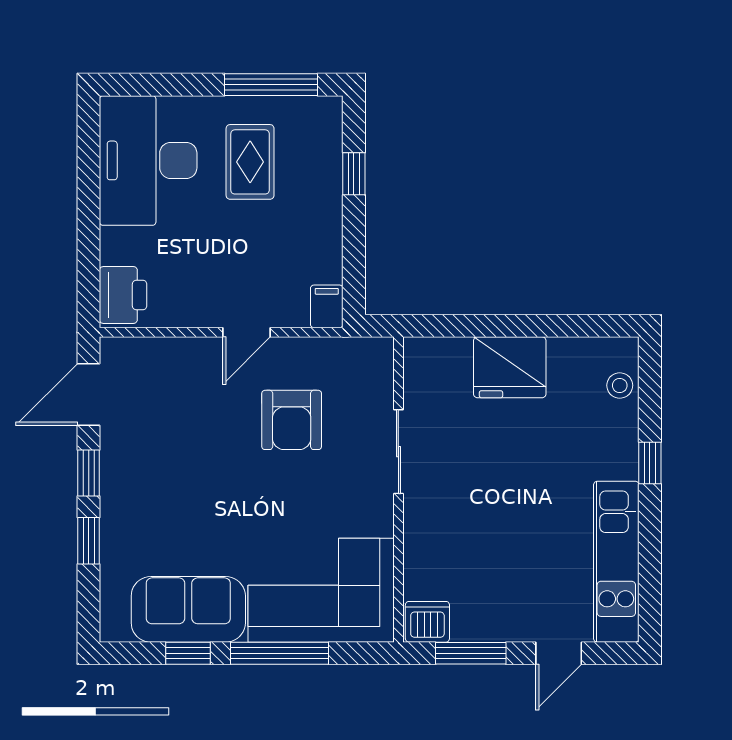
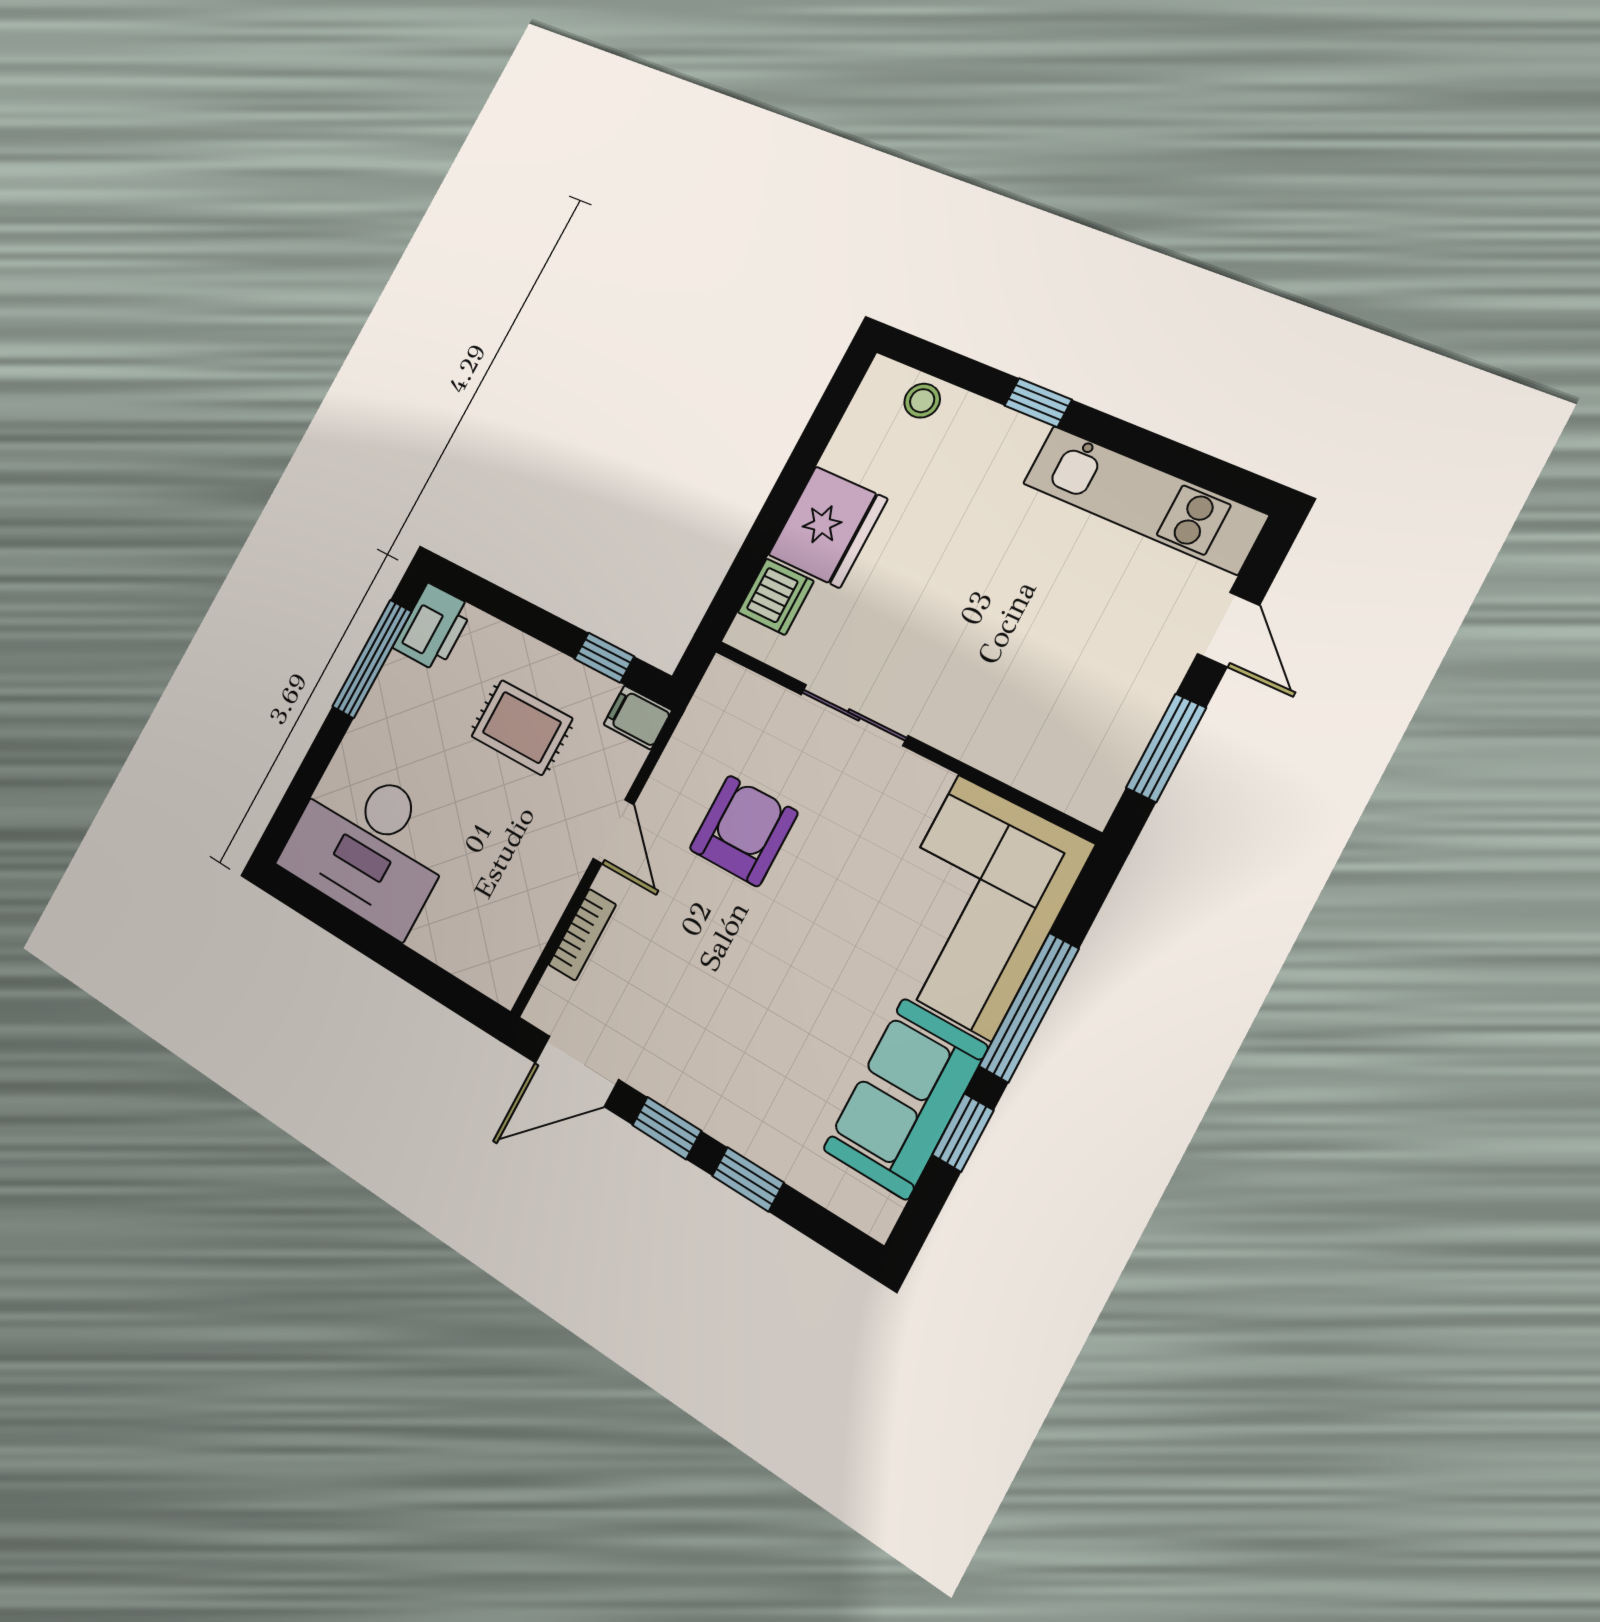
rug: (250, 162) -> (522, 727), moved
window: (354, 174) -> (604, 658), moved
printer: (123, 295) -> (433, 627), moved, turned 90
bookcase: (172, 349) -> (582, 935), added
door: (89, 395) -> (577, 1071), hinge flipped
armchair: (292, 420) -> (744, 831), turned -90
dishwasher: (427, 622) -> (776, 597), moved, turned 180

